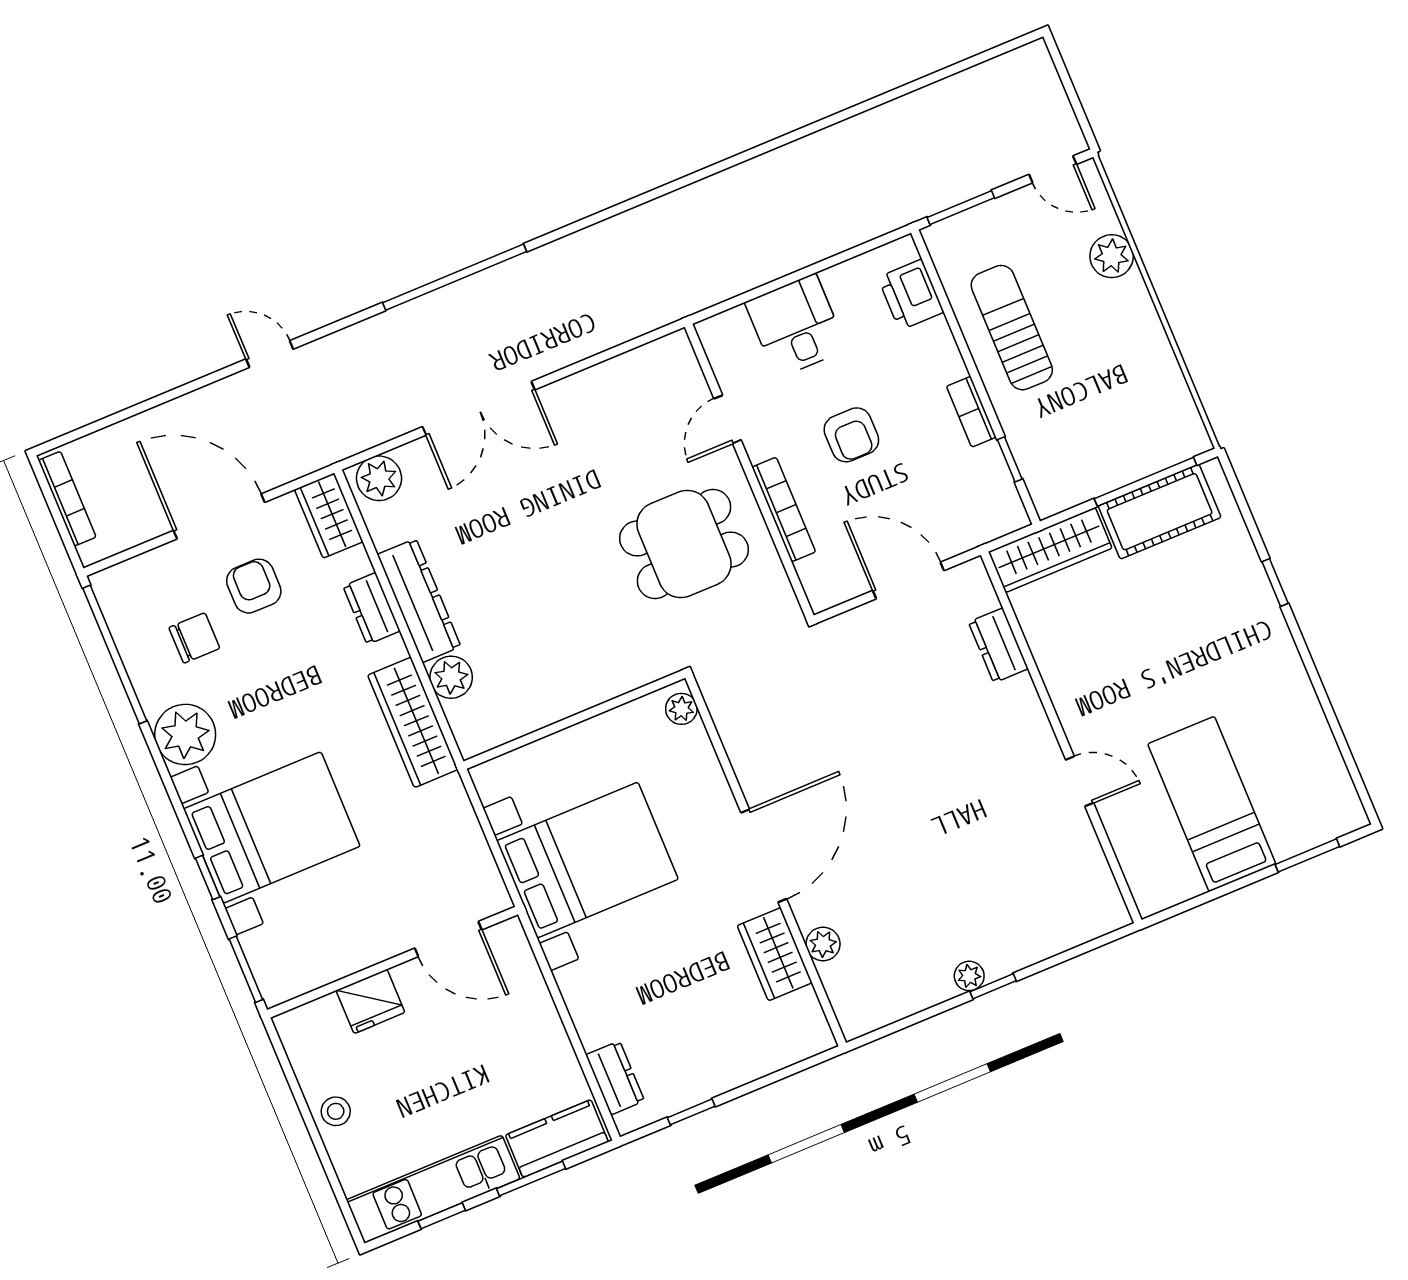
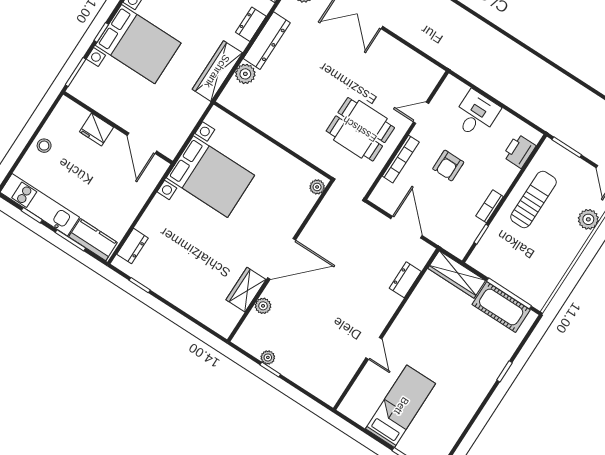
plant: (681, 709) -> (317, 187), moved
door: (764, 856) -> (282, 259), moved
wall: (766, 860) -> (280, 261), moved
plant: (823, 944) -> (263, 306), moved
wardrobe: (775, 954) -> (246, 290), moved

